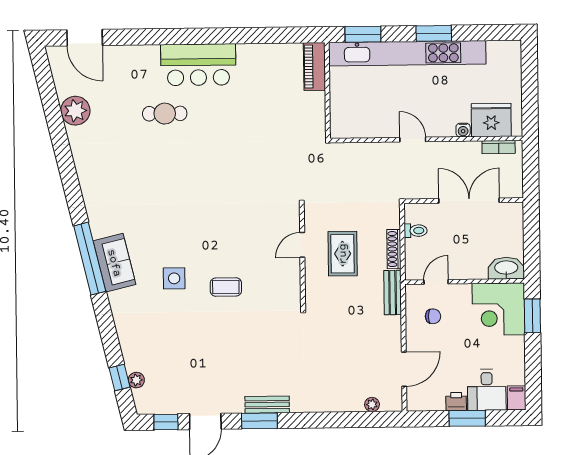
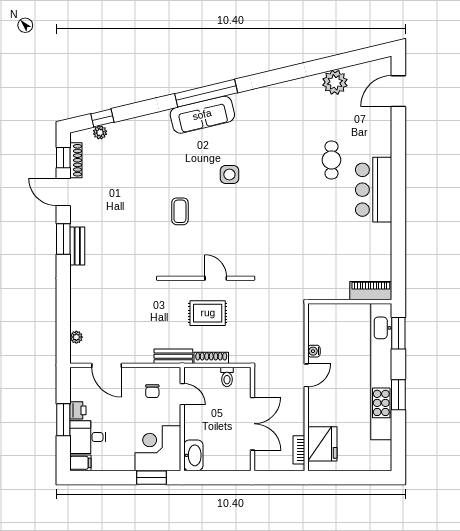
water cooler: (463, 130) -> (314, 351), moved
sofa: (114, 263) -> (202, 115), width x1.36
side table: (174, 278) -> (229, 175), moved
shoe rack: (169, 407) -> (76, 160), added

